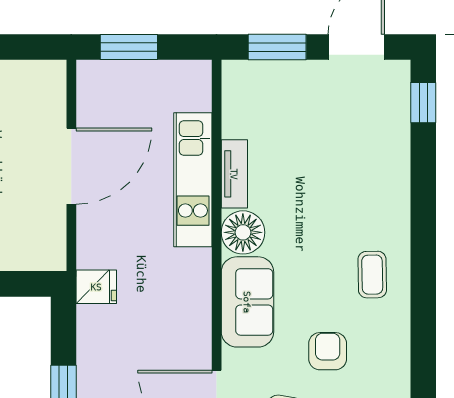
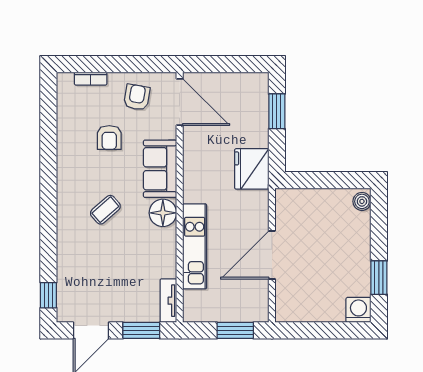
tv unit: (234, 174) -> (168, 301), moved
coffee table: (372, 275) -> (105, 210), moved, turned 50
fridge: (96, 287) -> (252, 169), width x1.88, depth x1.34

